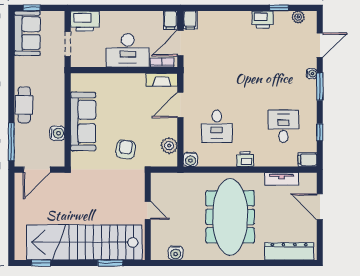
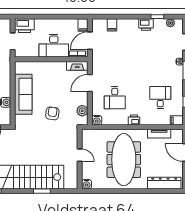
filing cabinet: (190, 20) -> (112, 25), moved
door: (148, 210) -> (80, 155), moved
wall: (148, 216) -> (80, 159), moved

